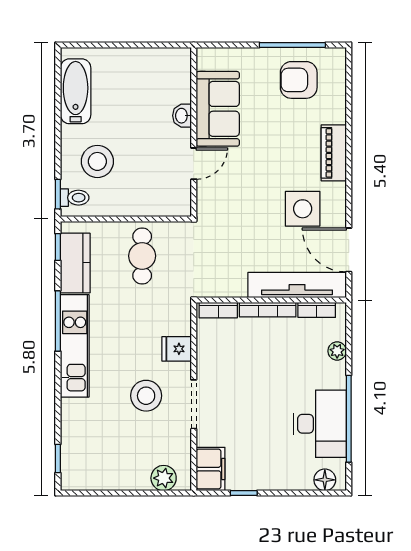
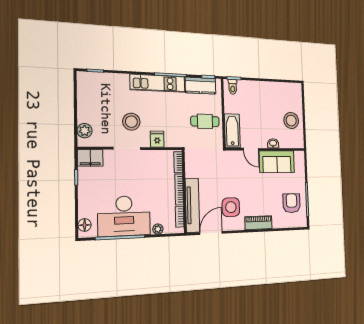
bathtub: (76, 91) -> (232, 131), moved, turned -90
stool: (97, 161) -> (291, 121), moved
desk: (320, 424) -> (124, 216), width x1.36, depth x1.30

